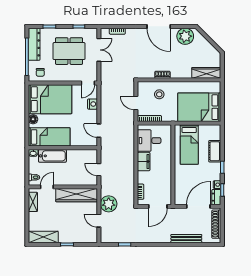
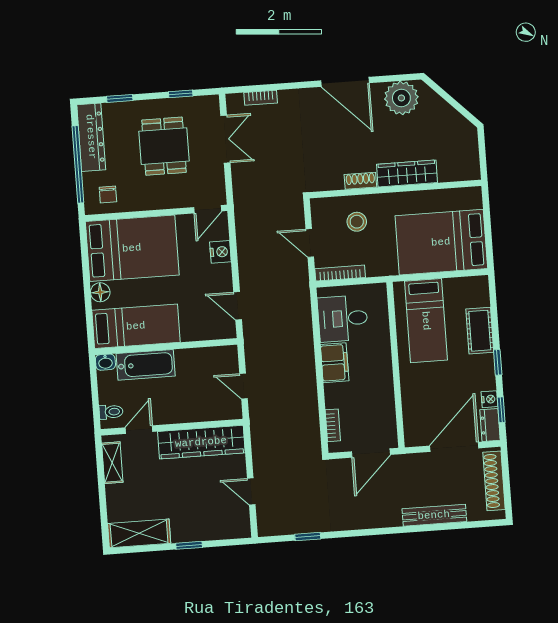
dining table: (69, 51) -> (164, 146), width x0.73
wardrobe: (206, 73) -> (407, 173), moved
plant: (109, 204) -> (269, 455), removed

